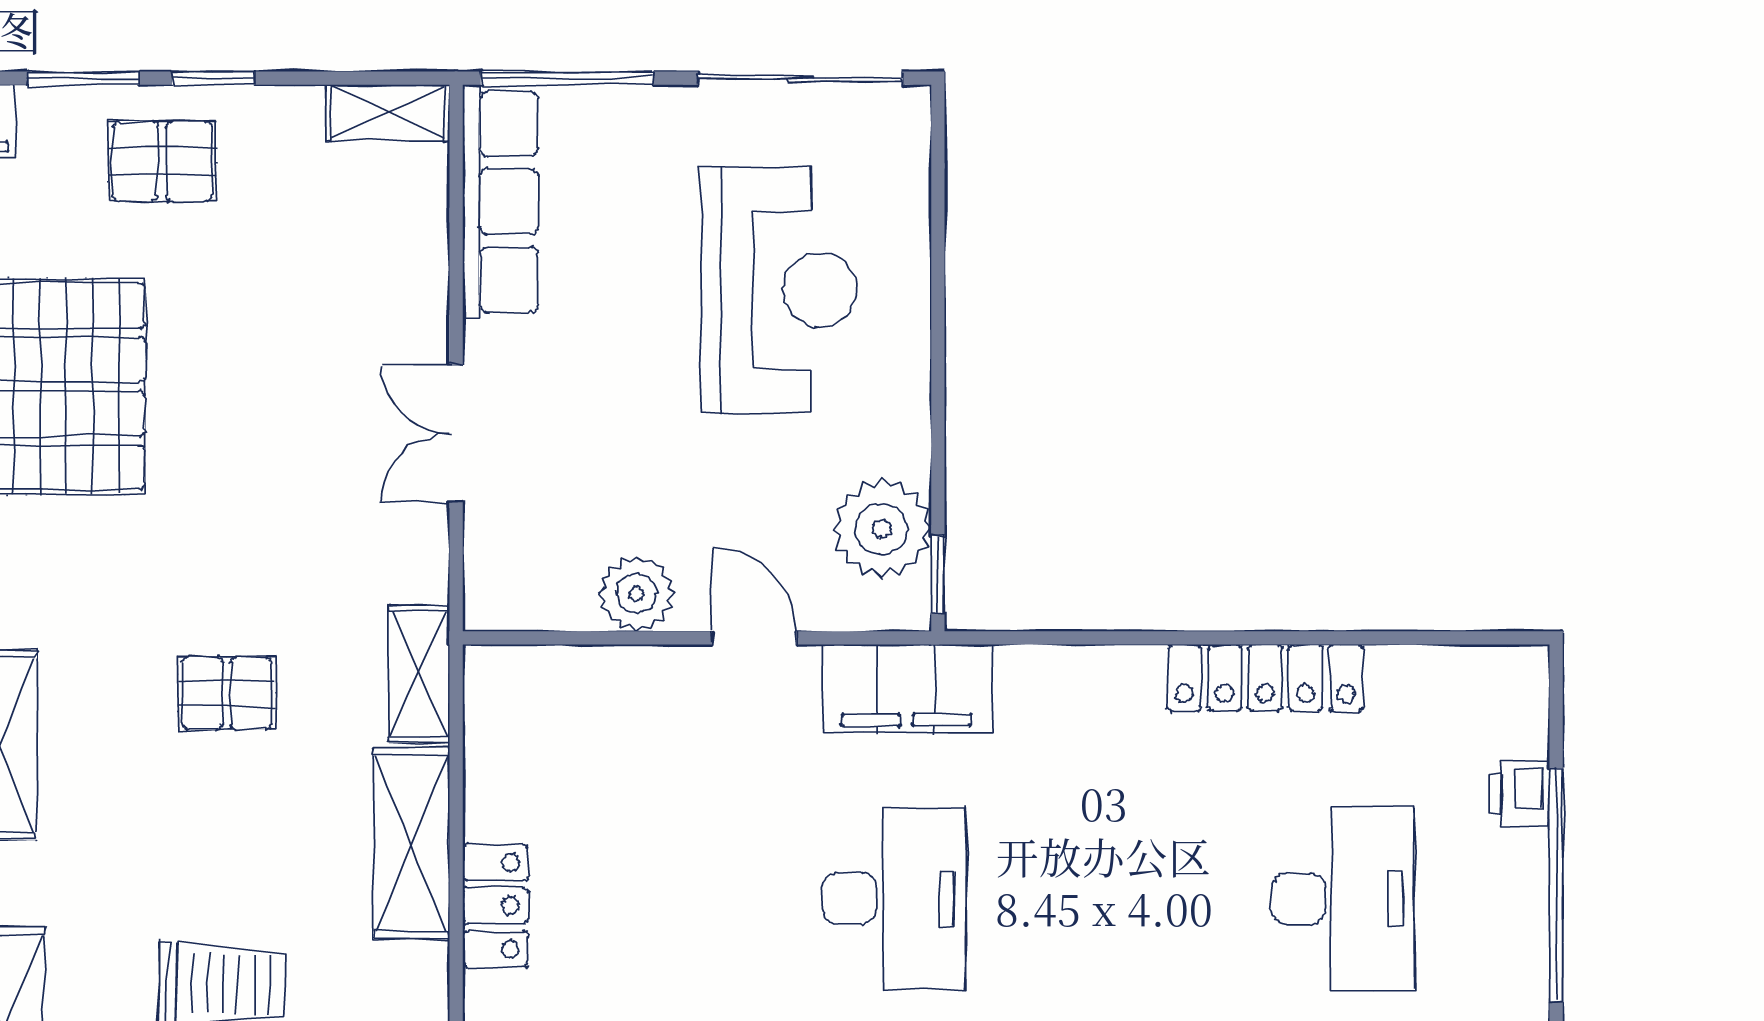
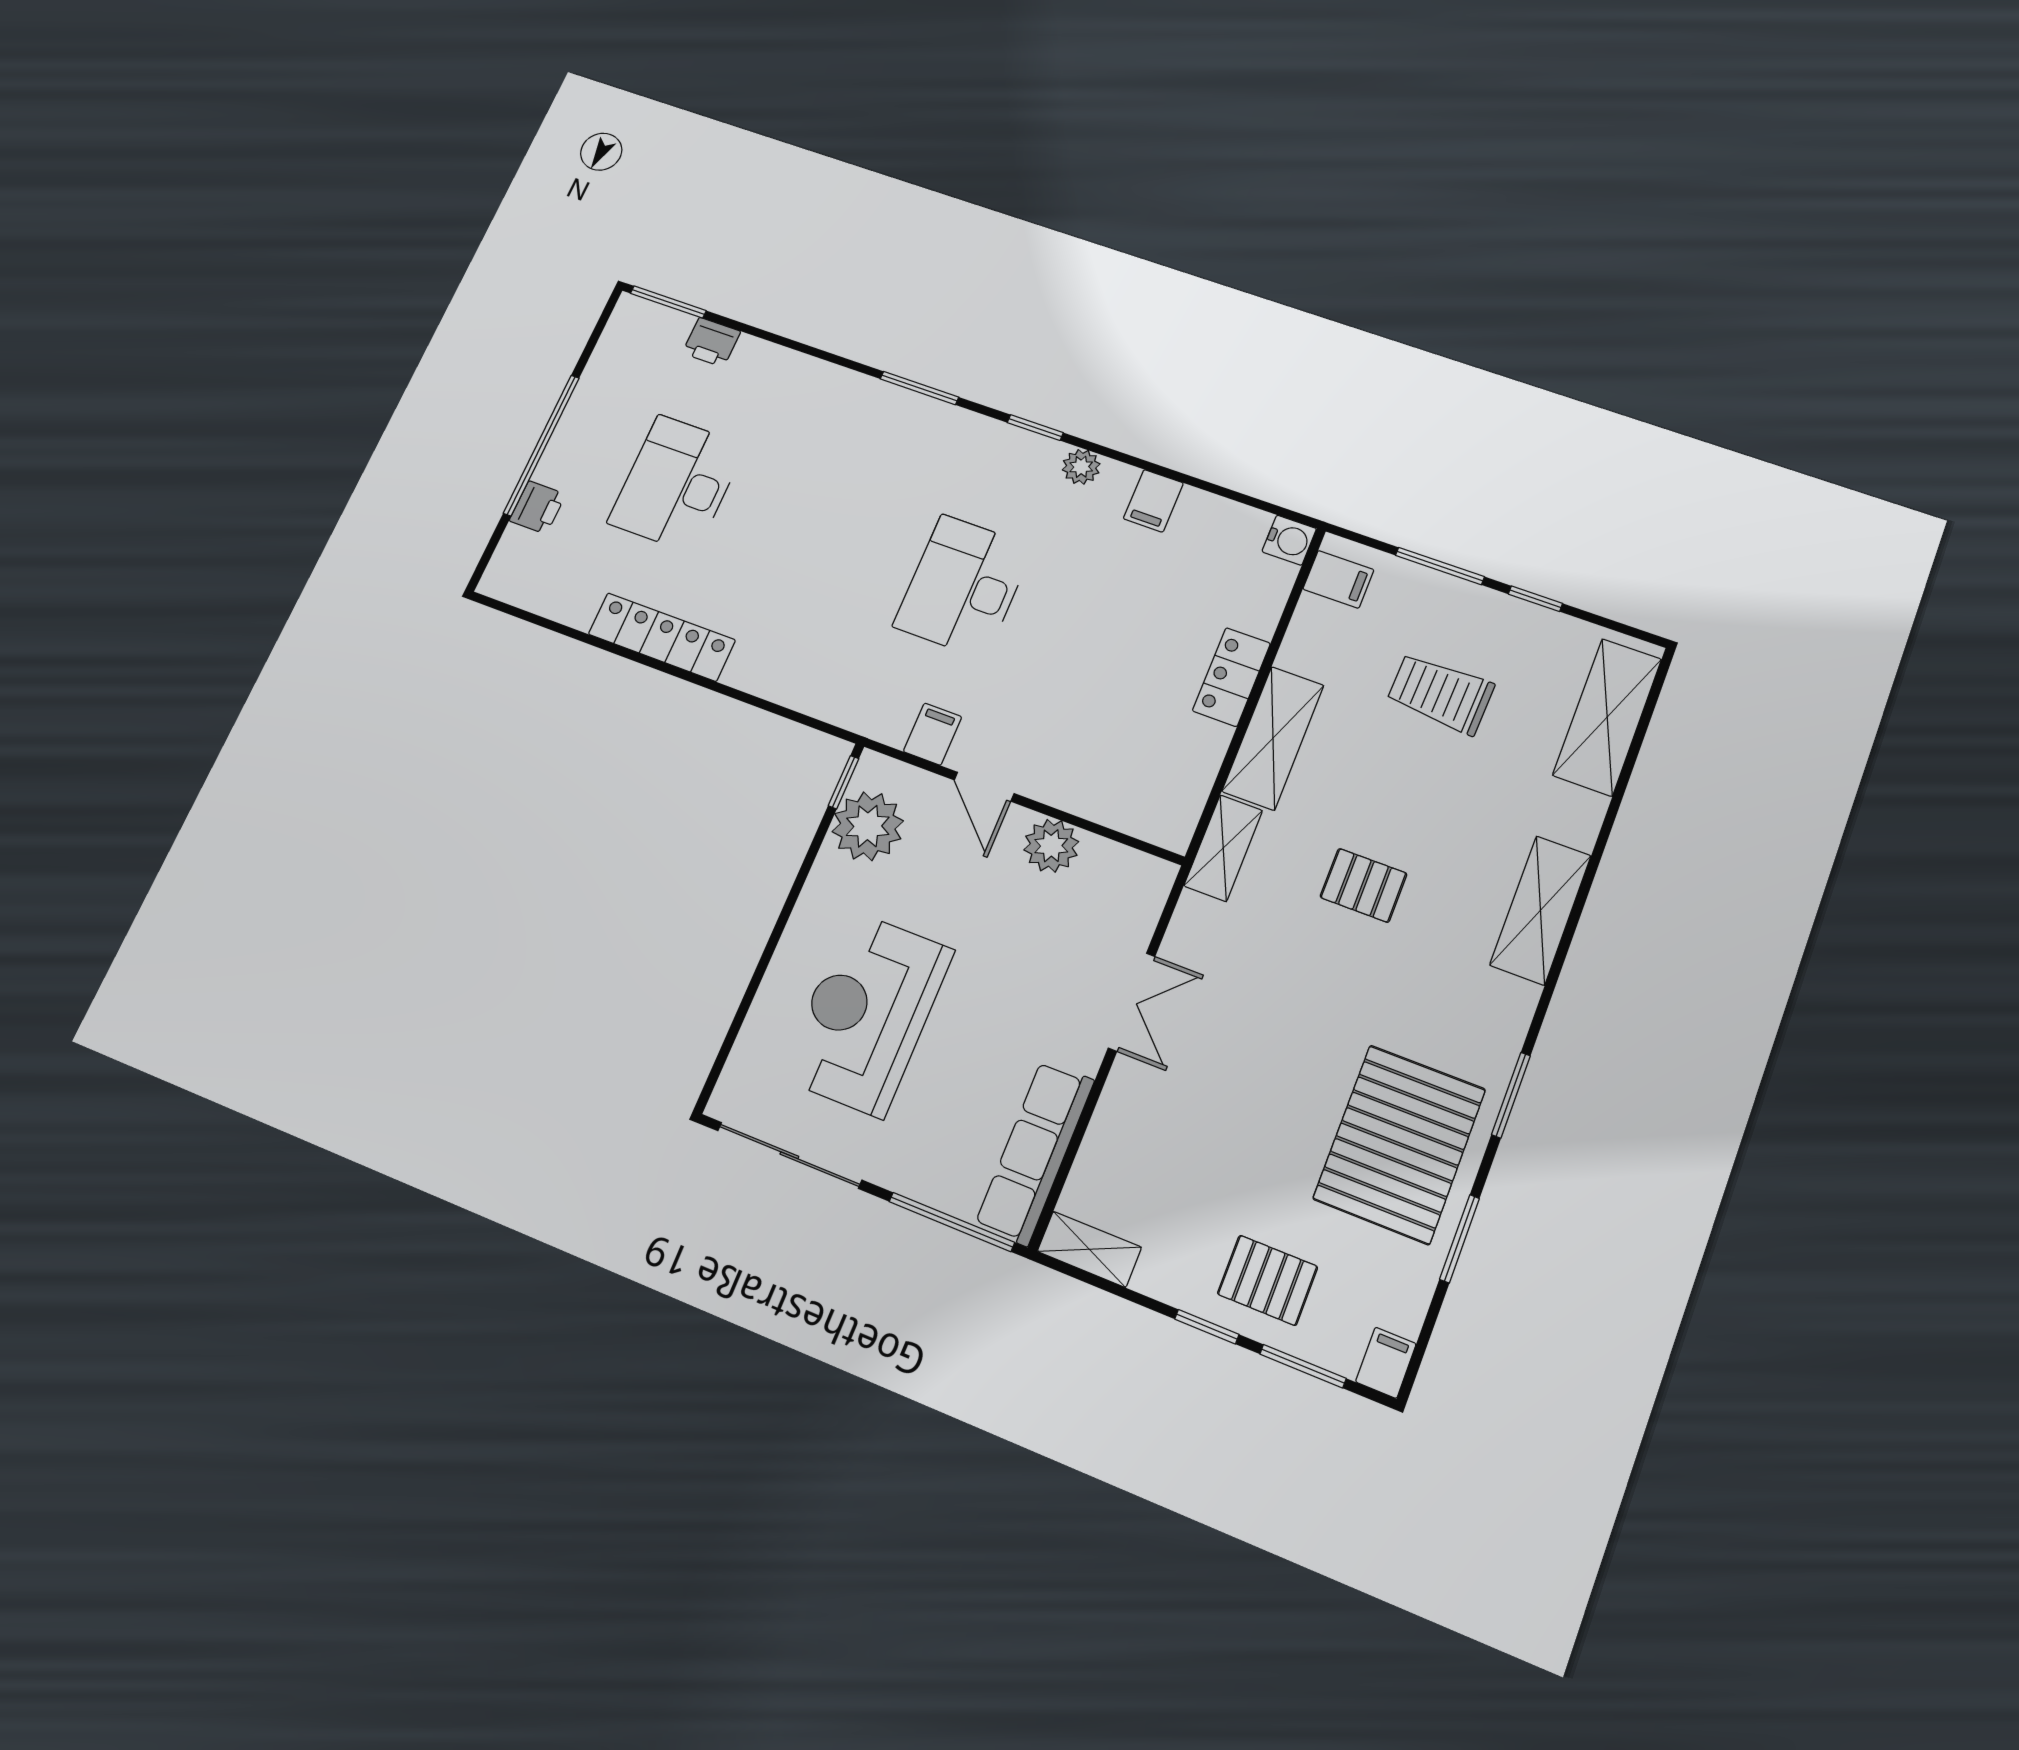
filing cabinet: (907, 689) -> (933, 734), width x0.33, depth x0.86

